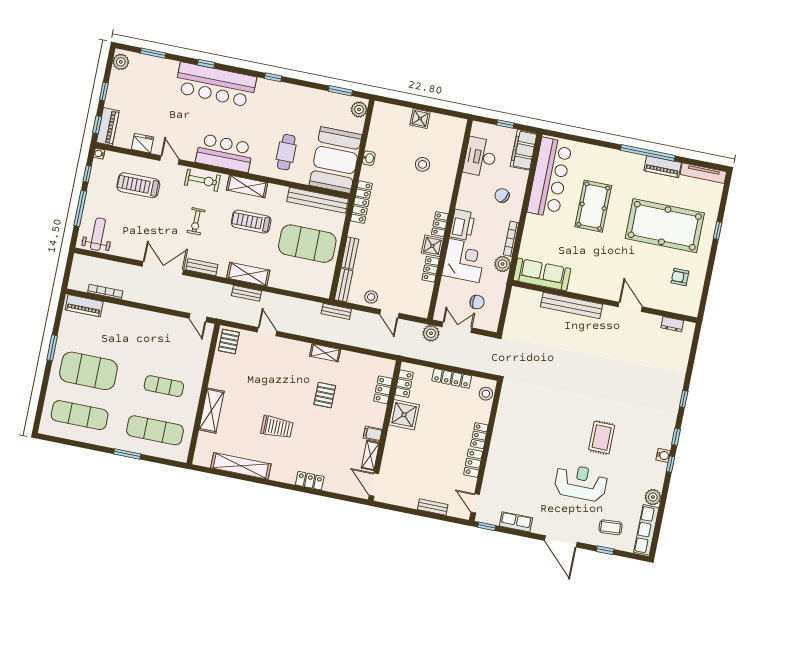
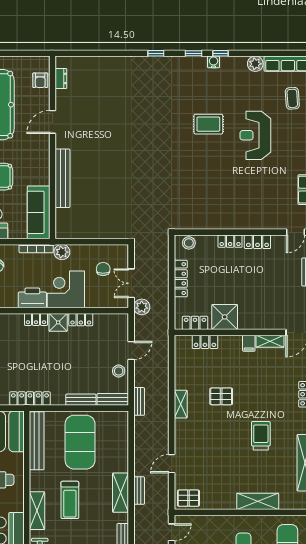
sofa: (542, 274) -> (39, 212), moved
wall: (605, 302) -> (53, 147), moved
bench: (571, 306) -> (63, 178), moved
door: (630, 307) -> (53, 122), moved
dresser: (672, 324) -> (61, 78), moved

